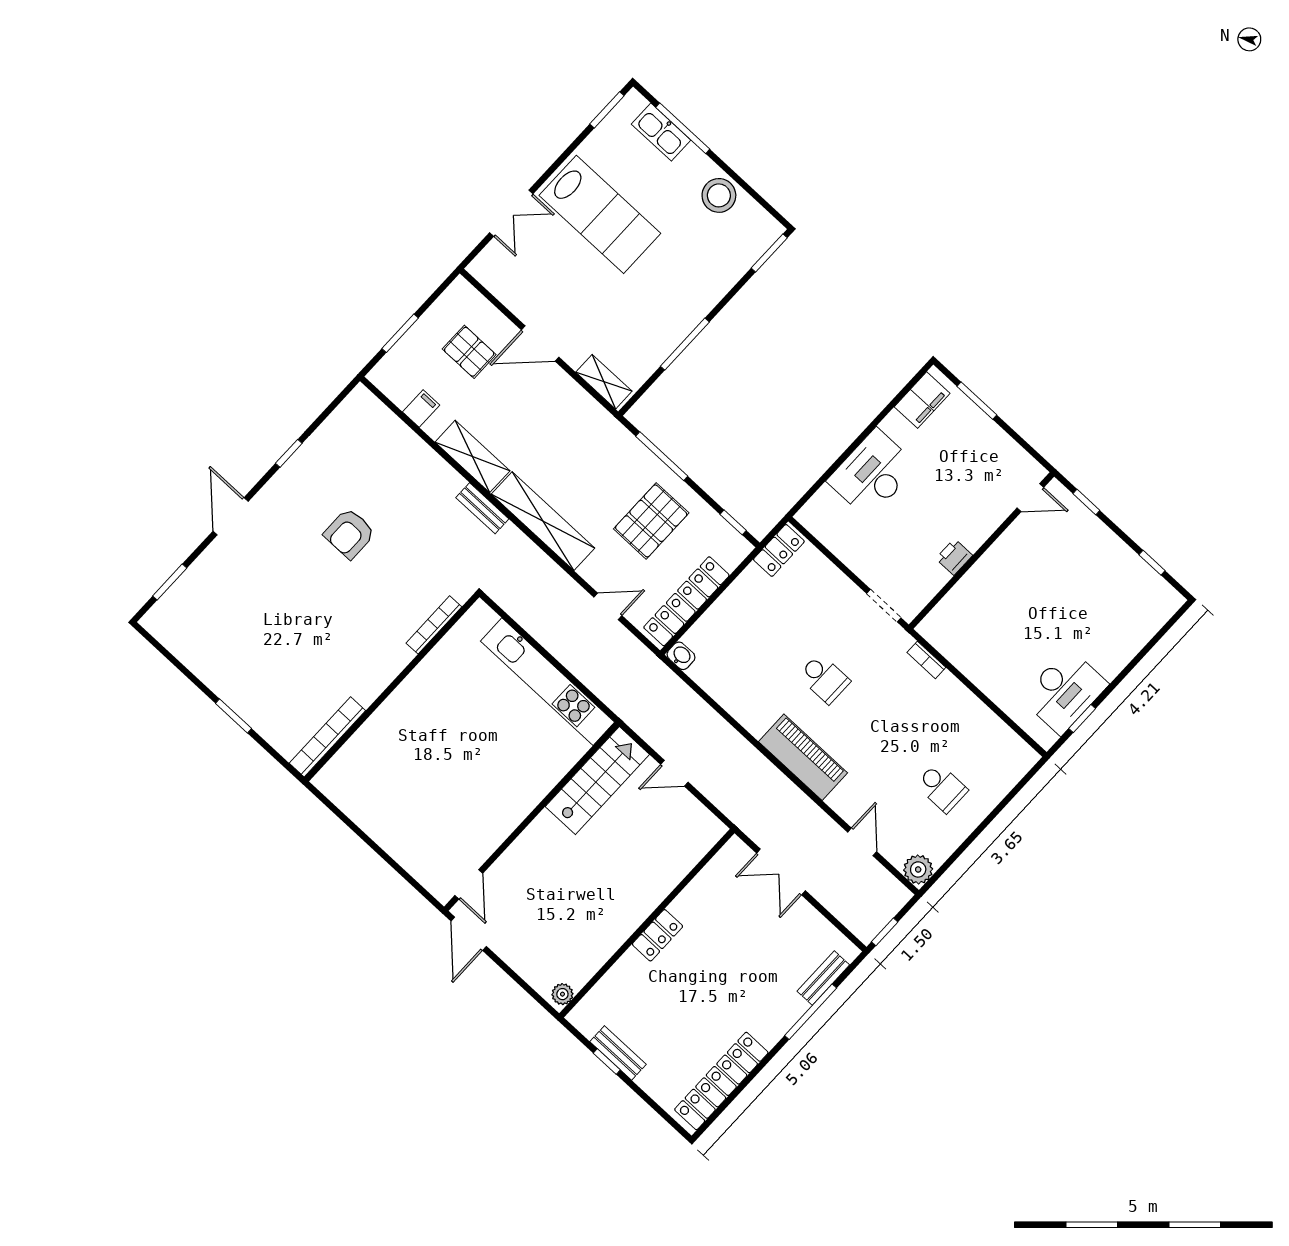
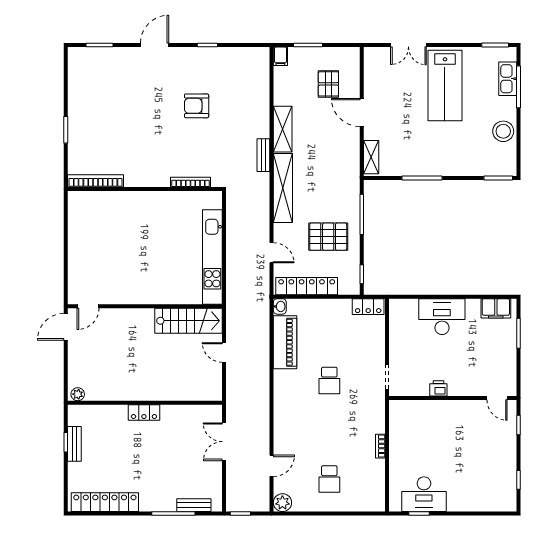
filing cabinet: (421, 408) -> (280, 56), moved, turned 90
bookcase: (926, 660) -> (380, 446), moved
piano: (803, 757) -> (285, 342), moved

